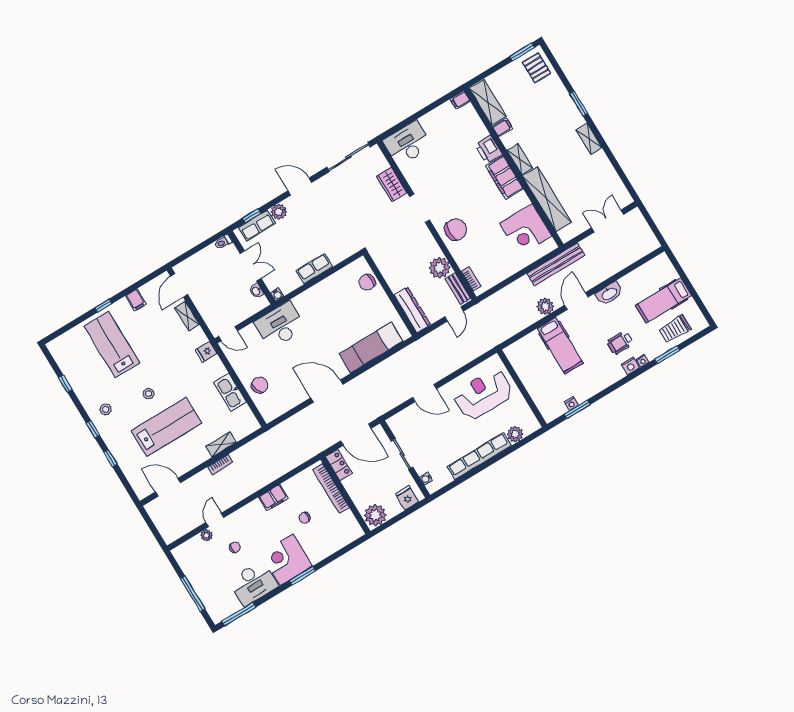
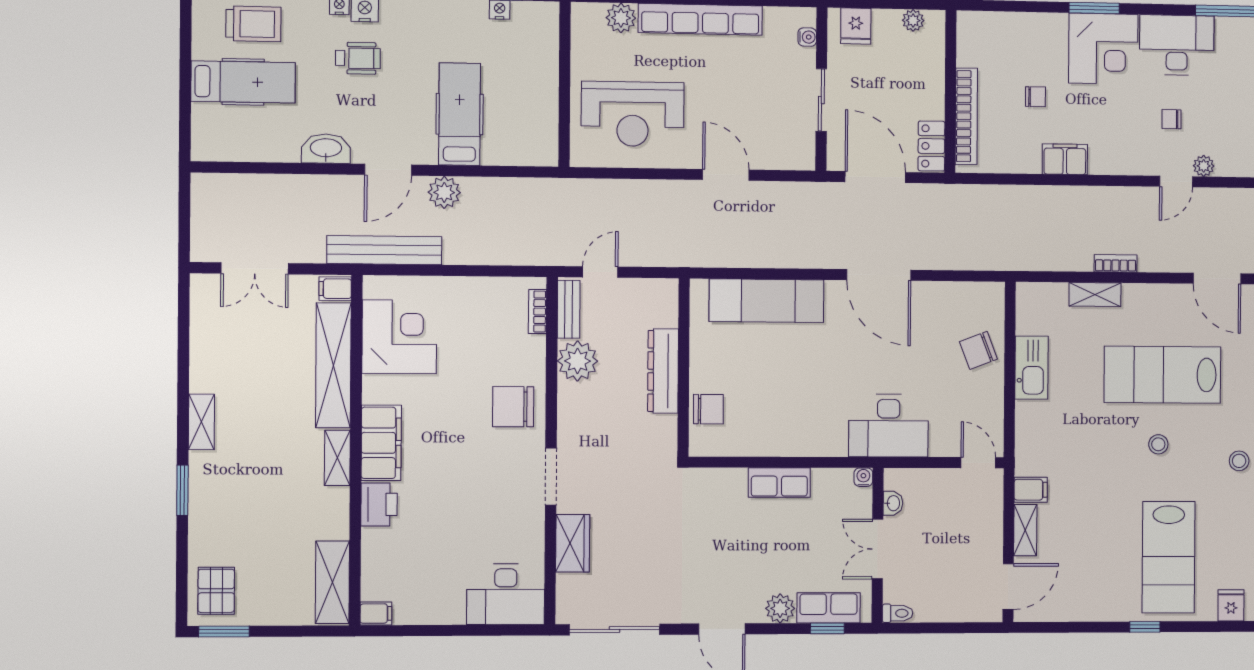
filing cabinet: (503, 127) -> (335, 289), moved
filing cabinet: (136, 300) -> (1031, 490), moved, turned 90
dresser: (412, 310) -> (663, 371), moved
fridge: (206, 352) -> (1231, 605), moved, turned -90
plant: (375, 515) -> (913, 20), width x0.53, depth x0.53

